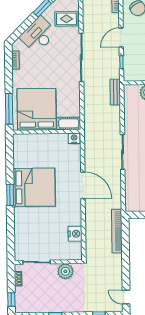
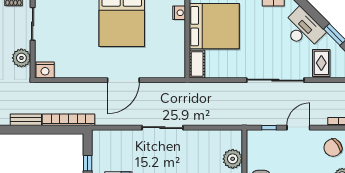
door: (121, 38) -> (298, 128), hinge flipped
bench: (115, 92) -> (26, 120), moved
nightstand: (74, 138) -> (179, 13), moved
nightstand: (75, 234) -> (45, 70), moved

